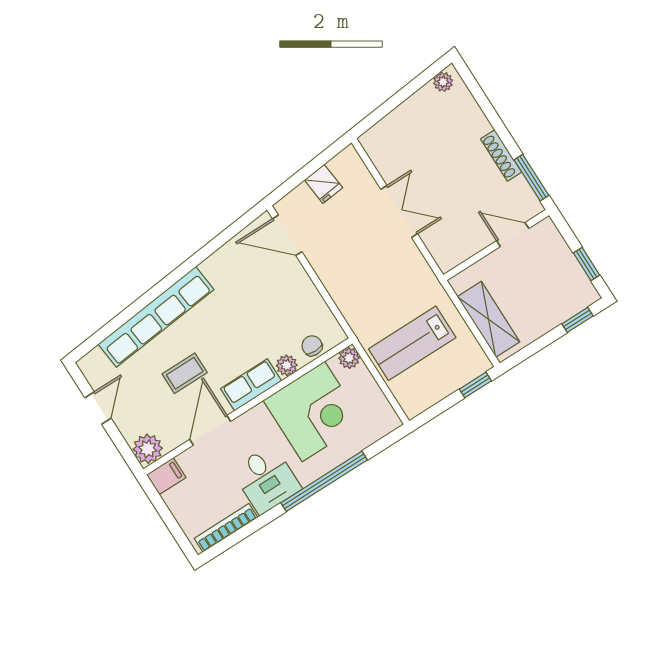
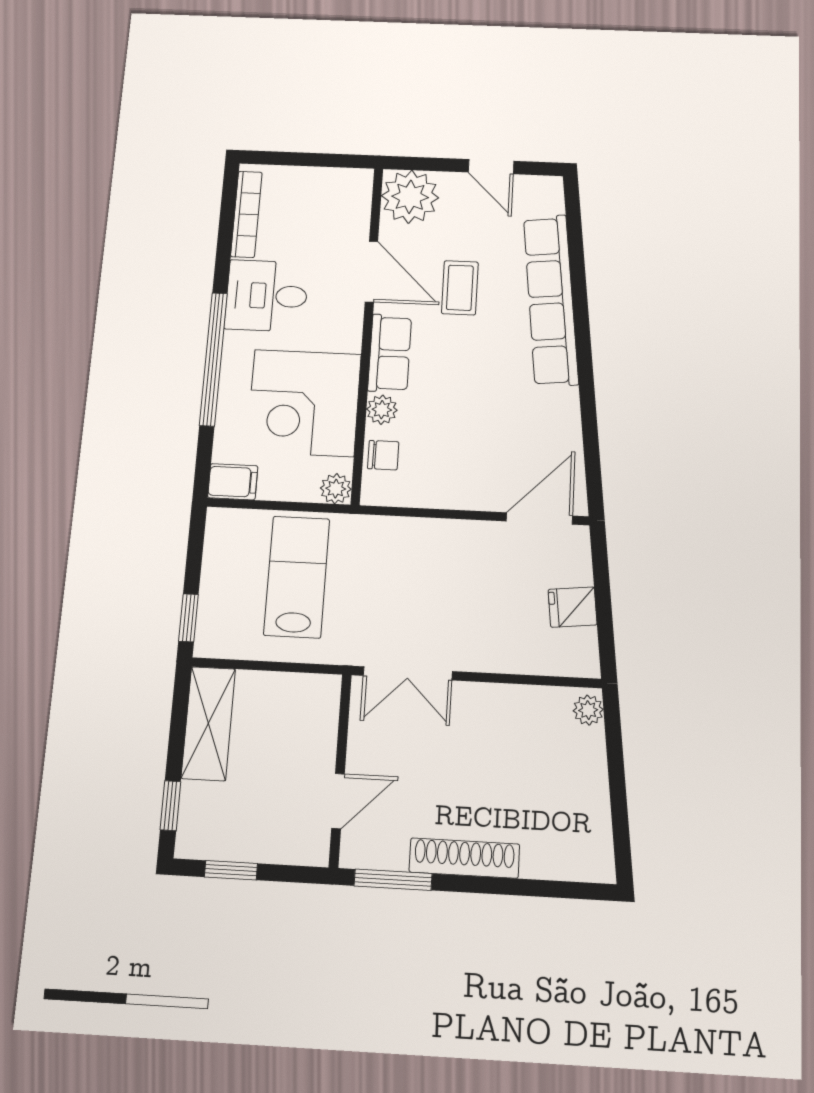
plant: (443, 82) -> (588, 710), moved
shoe rack: (501, 155) -> (464, 858), width x1.36, depth x1.24
double door: (399, 212) -> (408, 673), moved
shelving: (489, 319) -> (208, 723), moved, turned 90
plant: (148, 449) -> (410, 197), width x1.36, depth x1.36
filing cabinet: (166, 476) -> (233, 482), moved, turned -90

